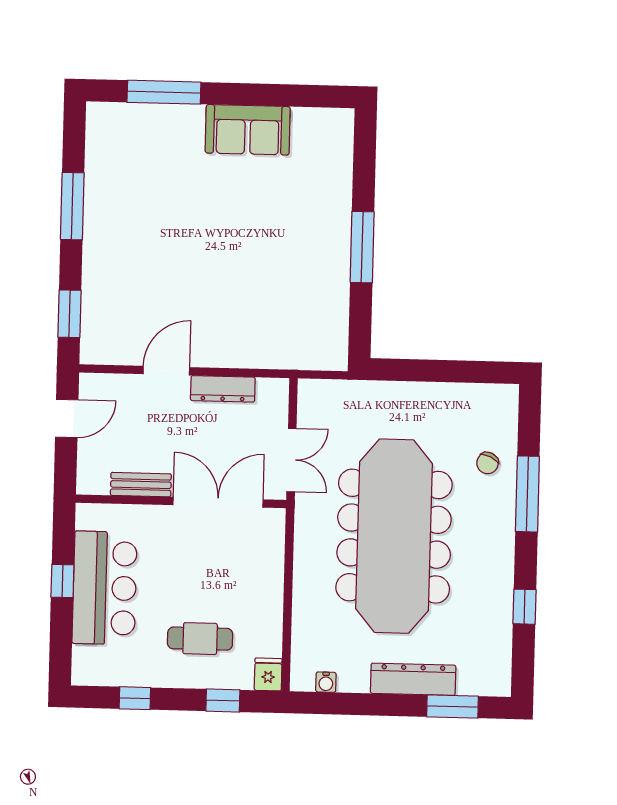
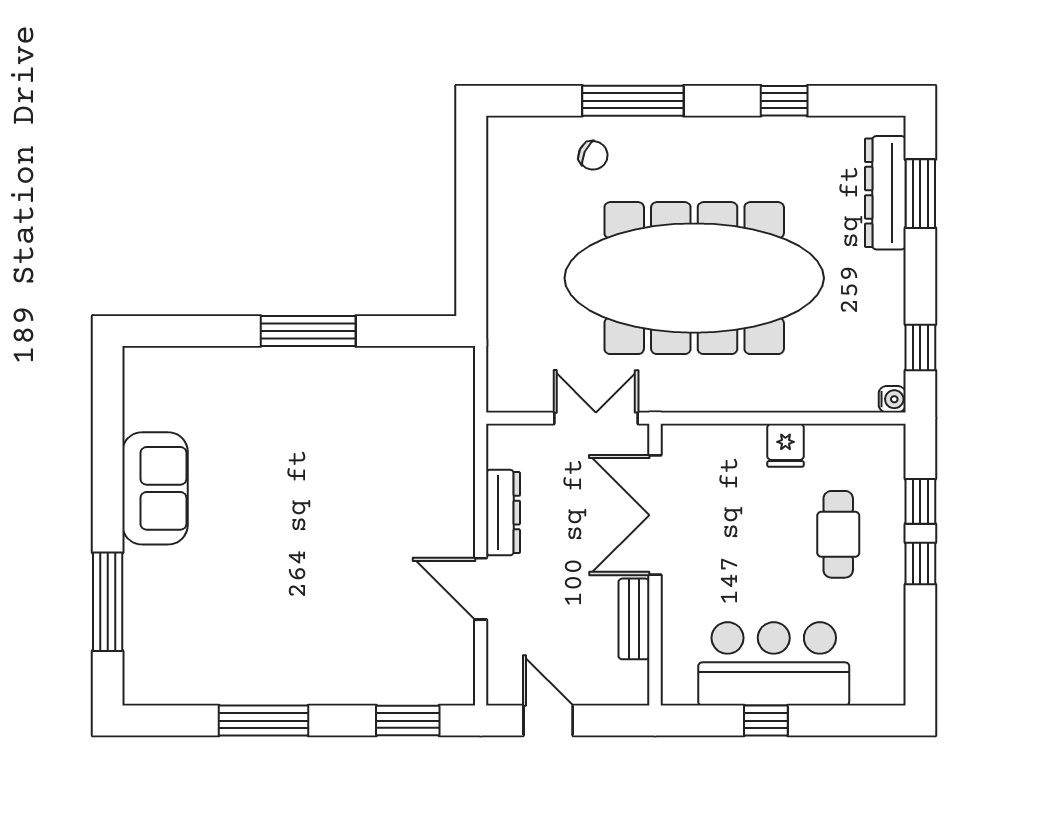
fridge: (268, 674) -> (785, 445), moved, turned -90
dresser: (413, 679) -> (885, 193), moved
water cooler: (326, 682) -> (892, 399), moved
window: (135, 698) -> (920, 563), moved
window: (338, 703) -> (920, 347), added

